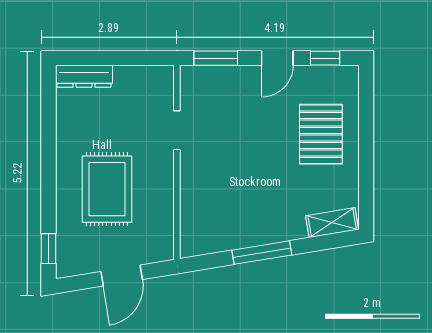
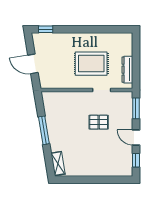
dresser: (84, 76) -> (127, 70), moved
pallet: (321, 134) -> (99, 122), moved, width x0.67, depth x0.71
rug: (107, 189) -> (91, 64), moved

